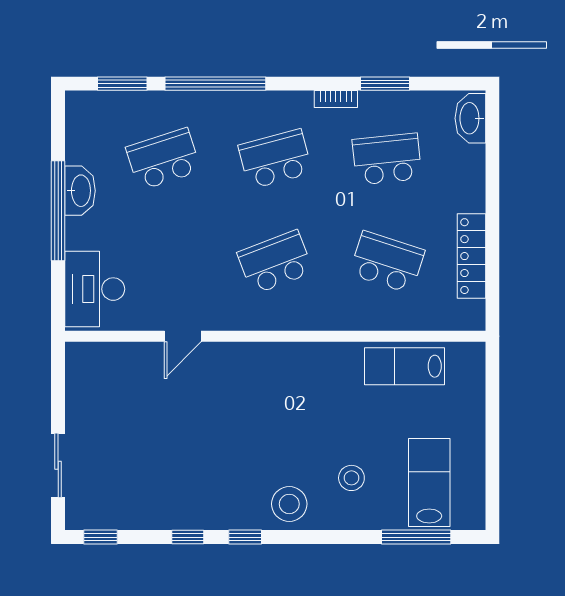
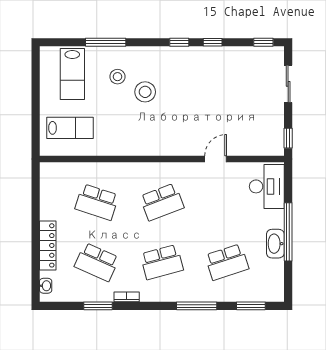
window: (215, 84) -> (197, 306), width x0.68
washbasin: (470, 118) -> (46, 286), width x0.52, depth x0.69
school desk: (387, 159) -> (97, 262), turned 30
locker: (471, 256) -> (48, 245), moved
lab bench: (404, 366) -> (70, 128), moved
window: (58, 372) -> (288, 138), added
stool: (289, 504) -> (145, 92), moved
window: (416, 537) -> (106, 42), moved

